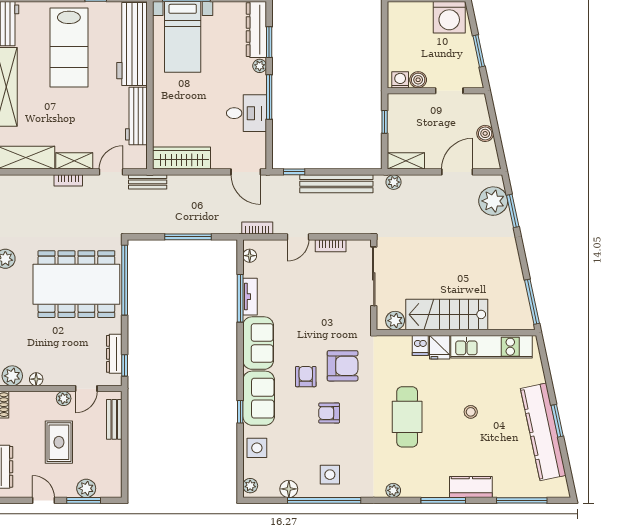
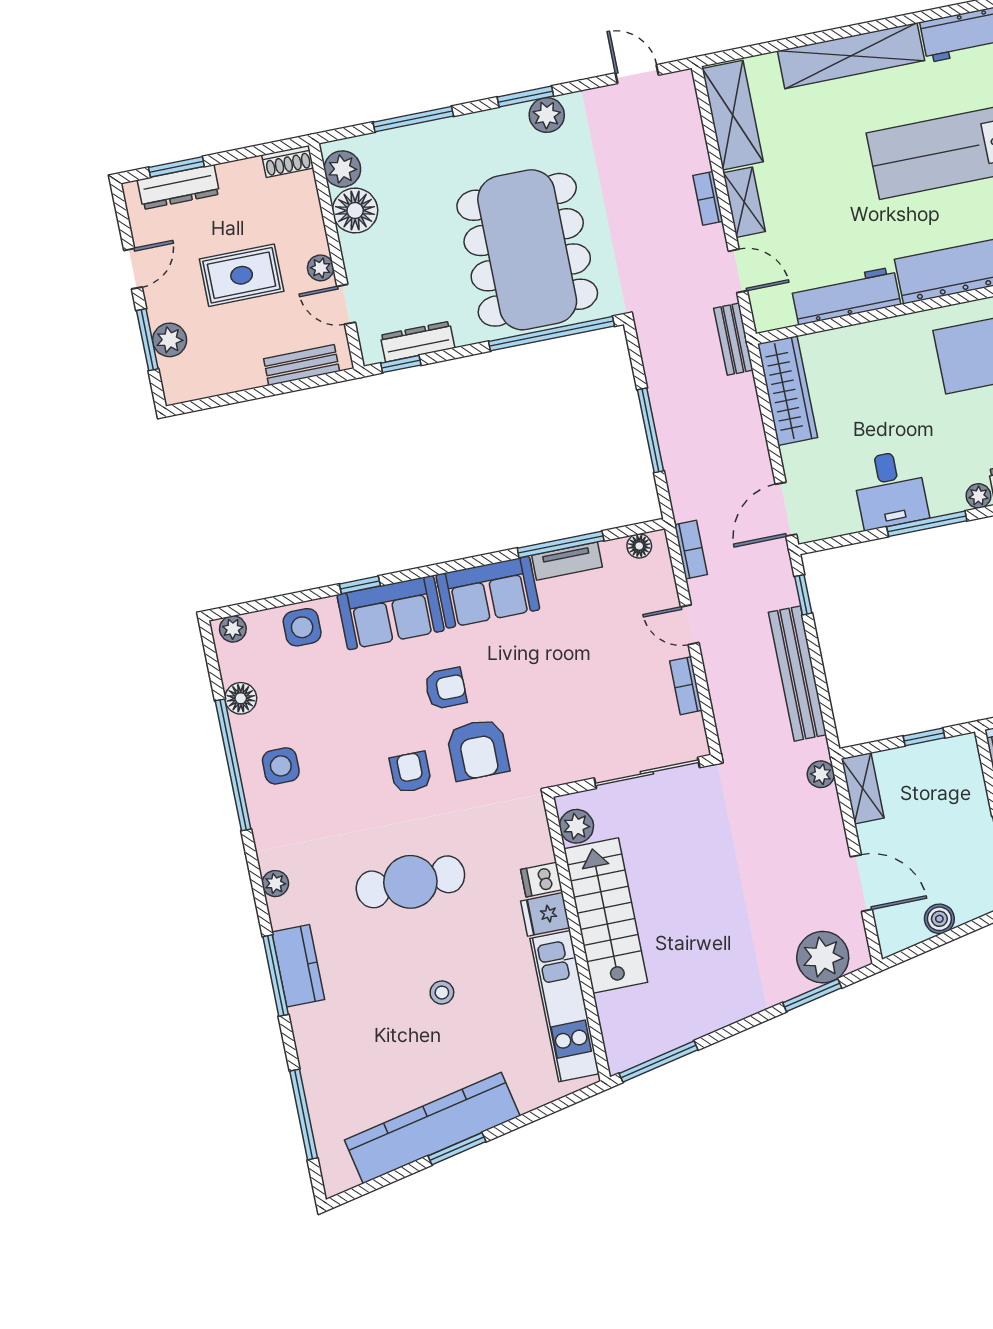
floor lamp: (36, 379) -> (355, 211), width x1.89, depth x1.89
armchair: (329, 413) -> (411, 772), moved
kitchen counter: (471, 487) -> (298, 966), moved

